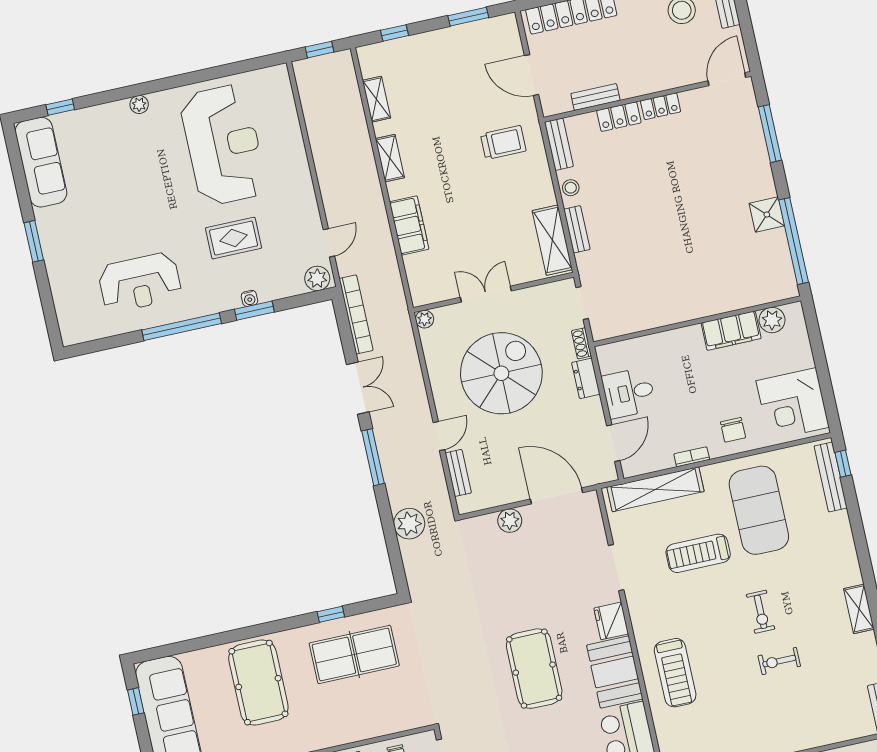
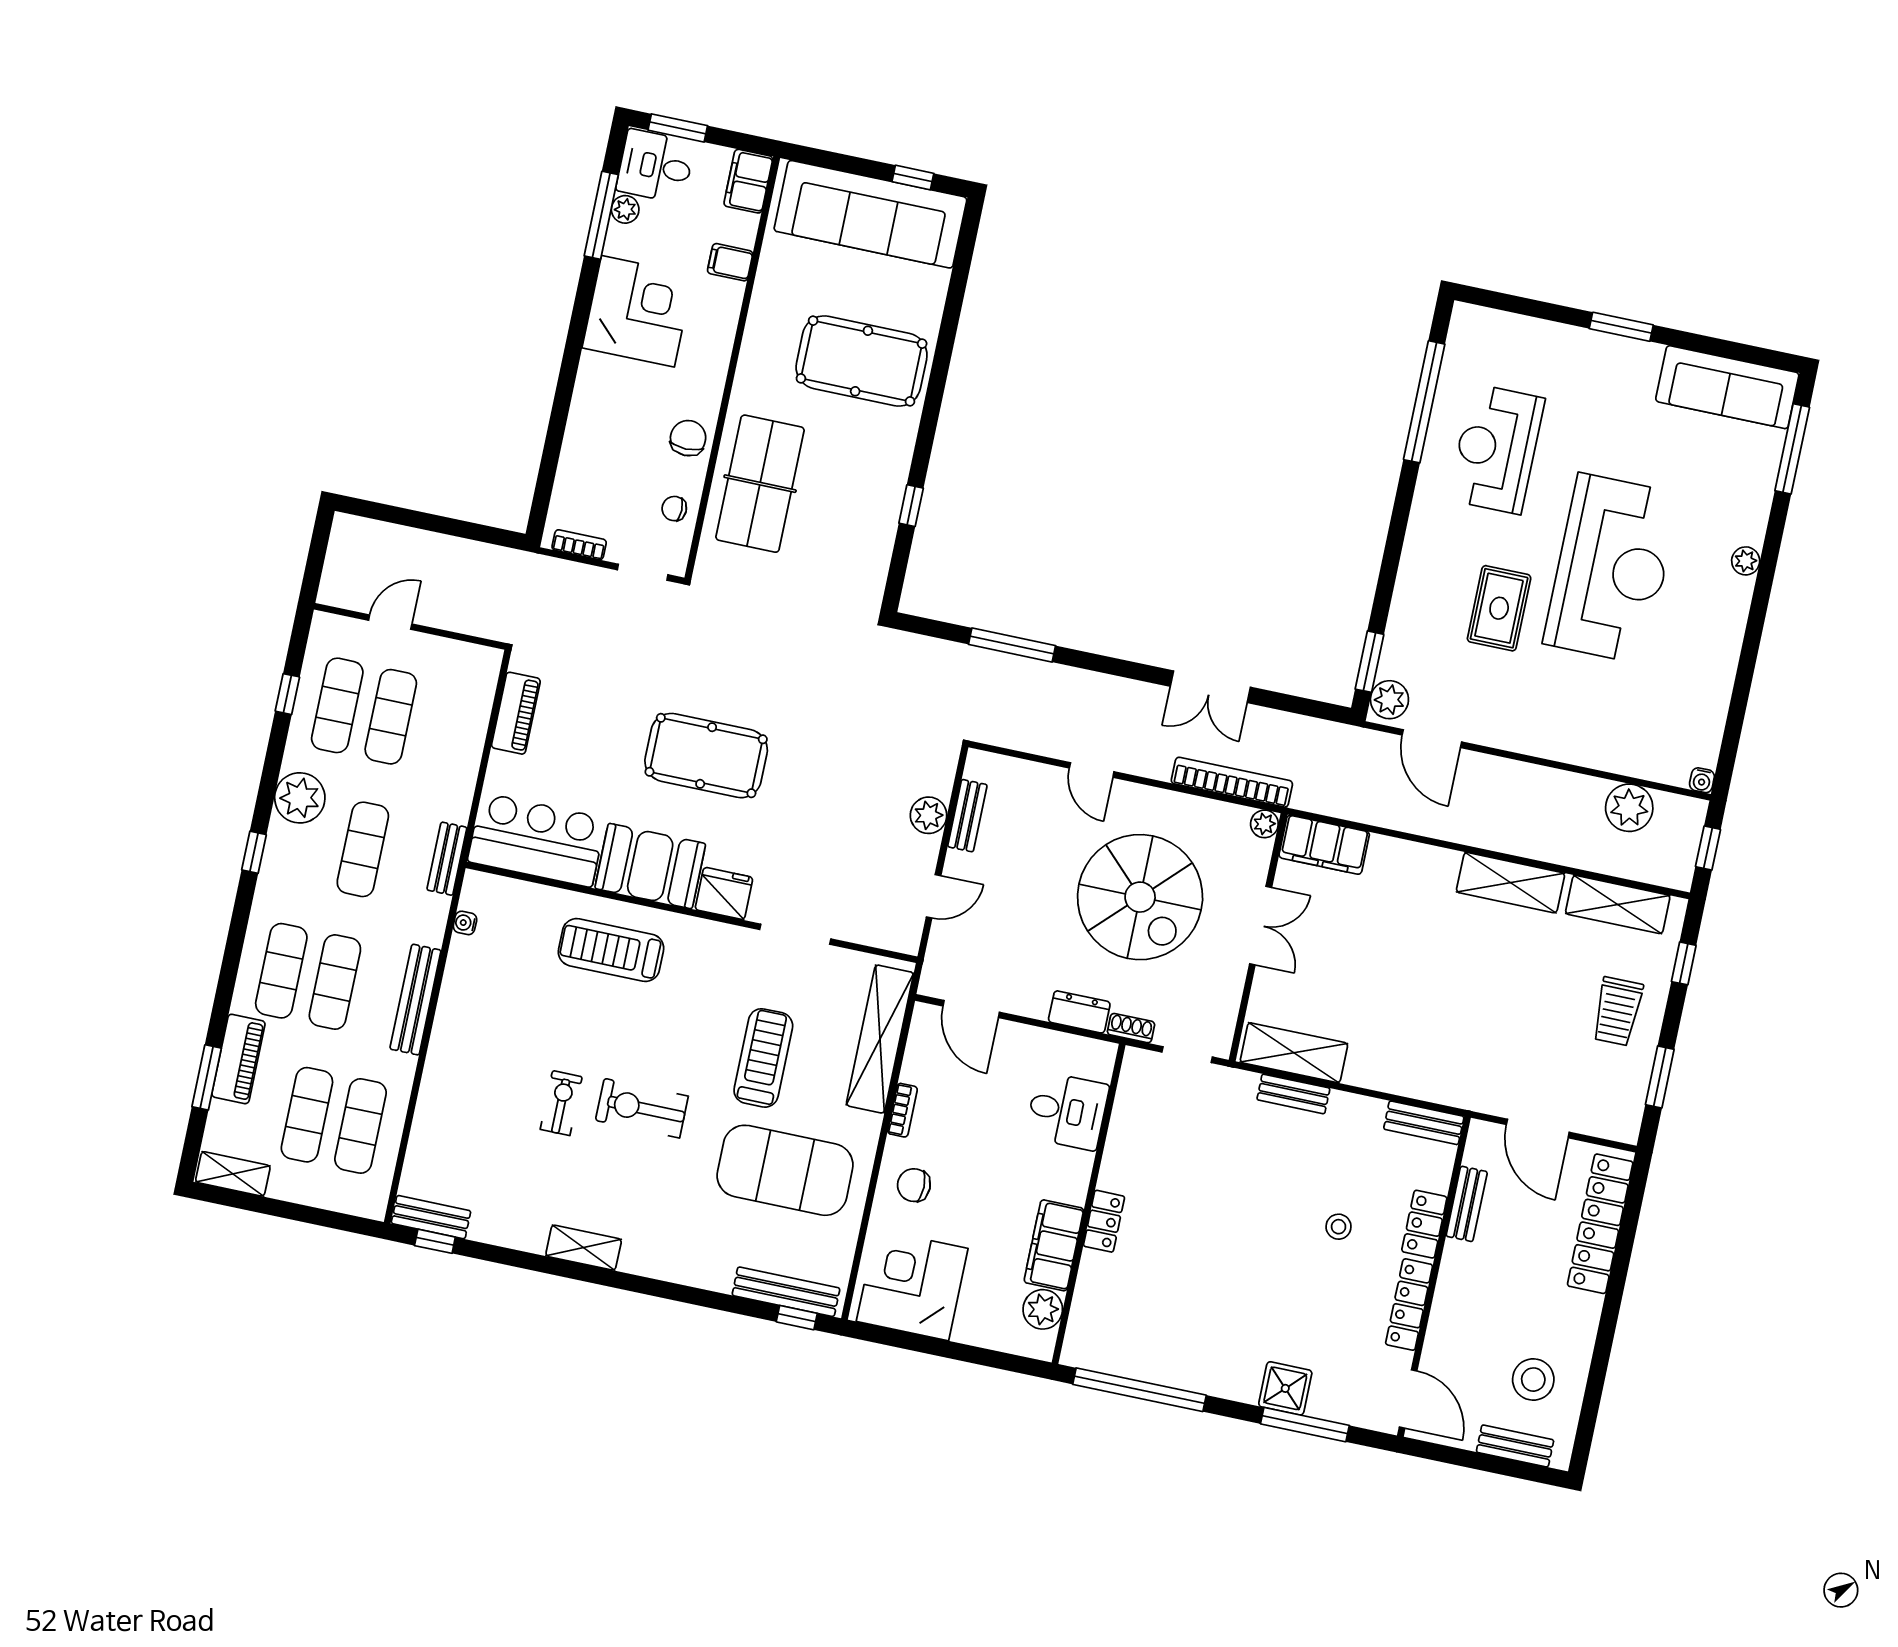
door: (532, 75) -> (1538, 1128), swing flipped
shelving: (376, 99) -> (1618, 905), width x1.50, depth x1.33
locker: (661, 106) -> (1409, 1305), width x1.53
window: (60, 107) -> (1792, 449), width x2.17
trolley: (503, 143) -> (1617, 1011), moved
reception desk: (223, 145) -> (1612, 569), moved, turned -90
shelving: (390, 158) -> (1511, 883), width x1.50, depth x1.33
stool: (571, 188) -> (1339, 1227), moved
shower: (767, 215) -> (1285, 1388), moved
filing cabinet: (409, 225) -> (1324, 845), moved
door: (329, 243) -> (1432, 739), width x1.38
water cooler: (249, 298) -> (1702, 780), moved, turned -90
locker: (703, 307) -> (1104, 1221), added
window: (254, 311) -> (1369, 662), moved
bookcase: (356, 314) -> (1232, 782), moved, turned 180
window: (182, 327) -> (1424, 402), moved
desk: (629, 393) -> (1067, 1111), moved, turned 90
window: (373, 457) -> (1012, 645), moved
bench: (458, 473) -> (967, 816), moved, turned 90
door: (556, 496) -> (934, 896), width x0.53
plant: (409, 524) -> (1629, 808), moved
exercise bike: (761, 612) -> (642, 1108), width x1.38, depth x1.39
table tennis table: (354, 654) -> (760, 484), moved

